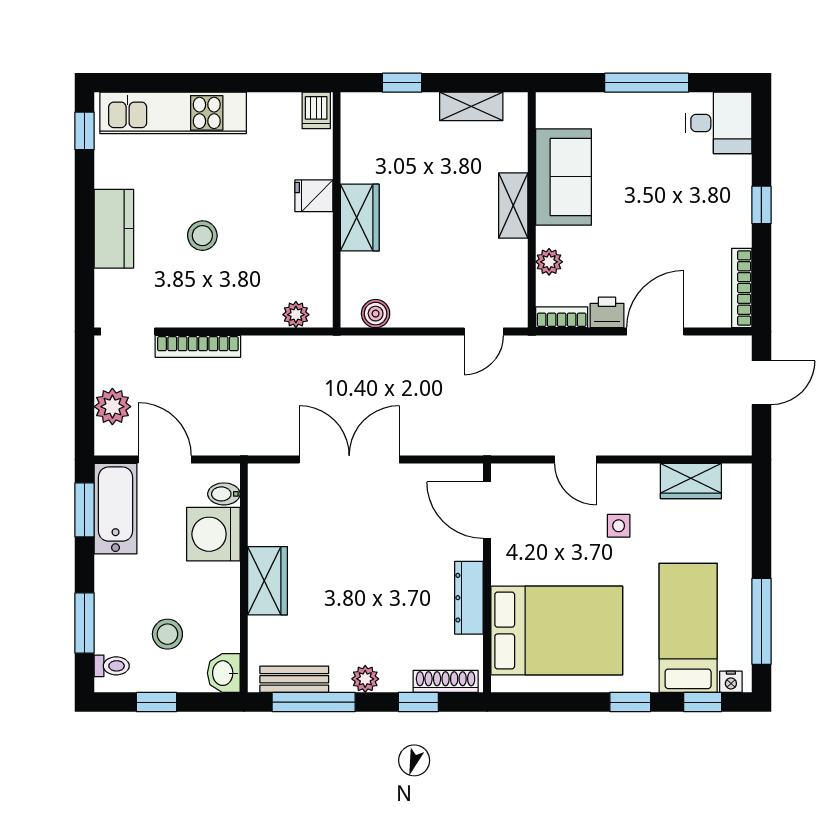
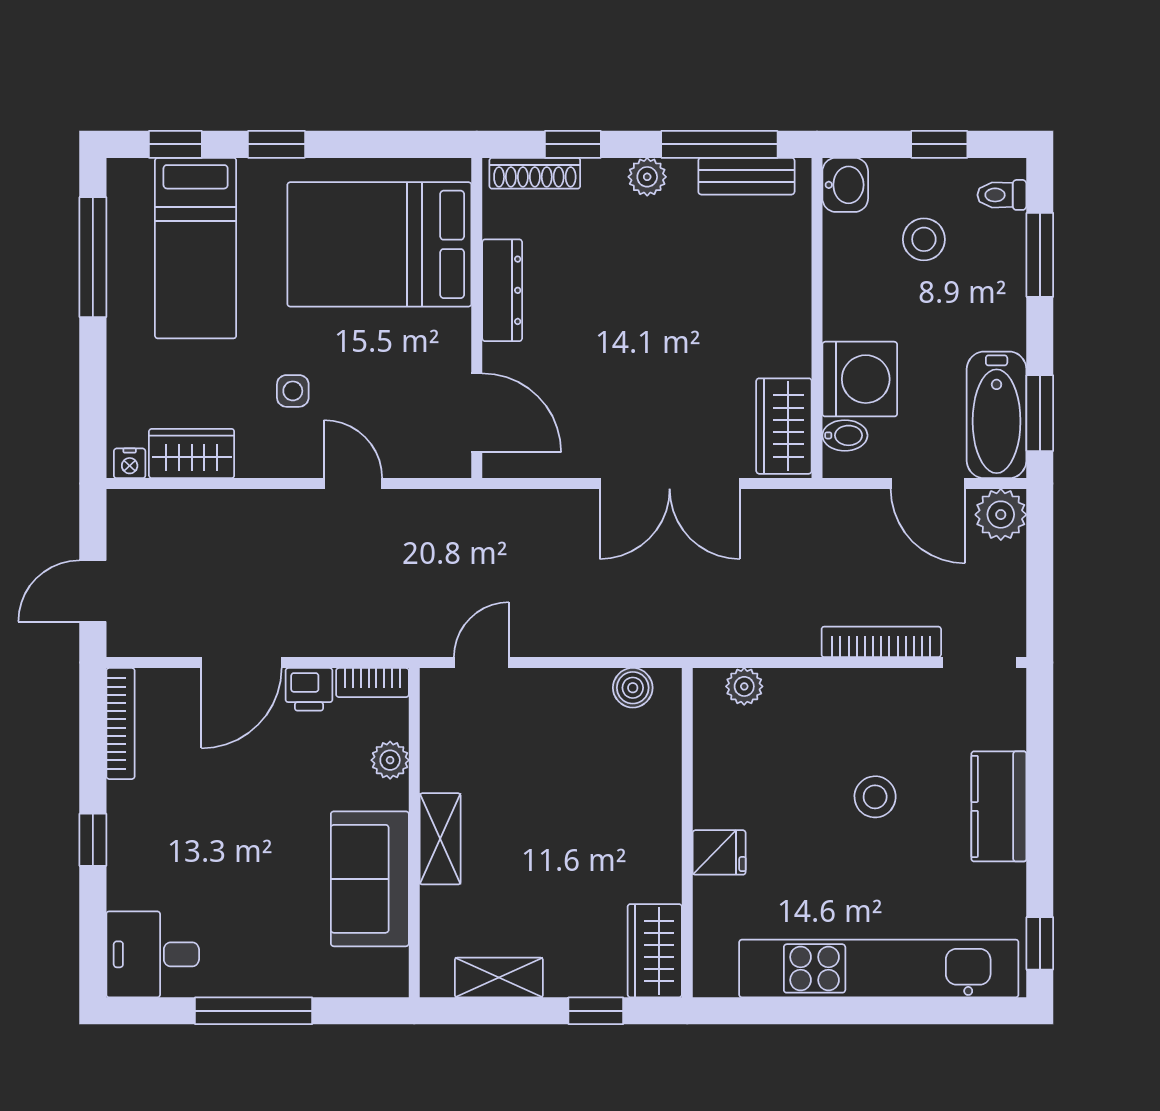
dishwasher: (316, 110) -> (716, 972), removed
kitchen unit: (173, 113) -> (879, 968), width x1.36
wardrobe: (360, 218) -> (655, 951), moved
plant: (112, 407) -> (1001, 515), moved
wardrobe: (267, 581) -> (784, 426), moved
nightstand: (731, 682) -> (130, 463), moved, turned 180

